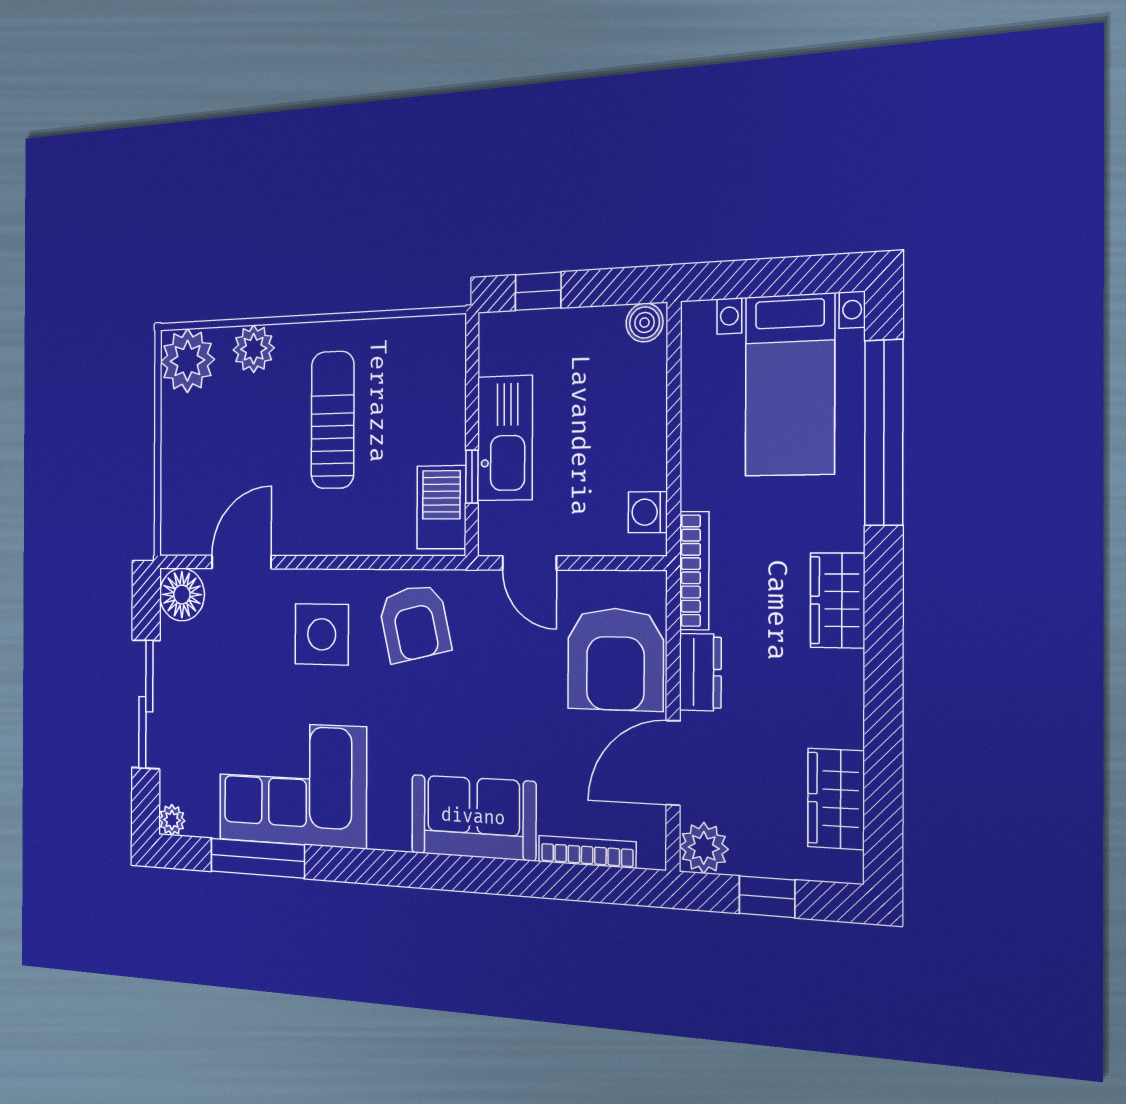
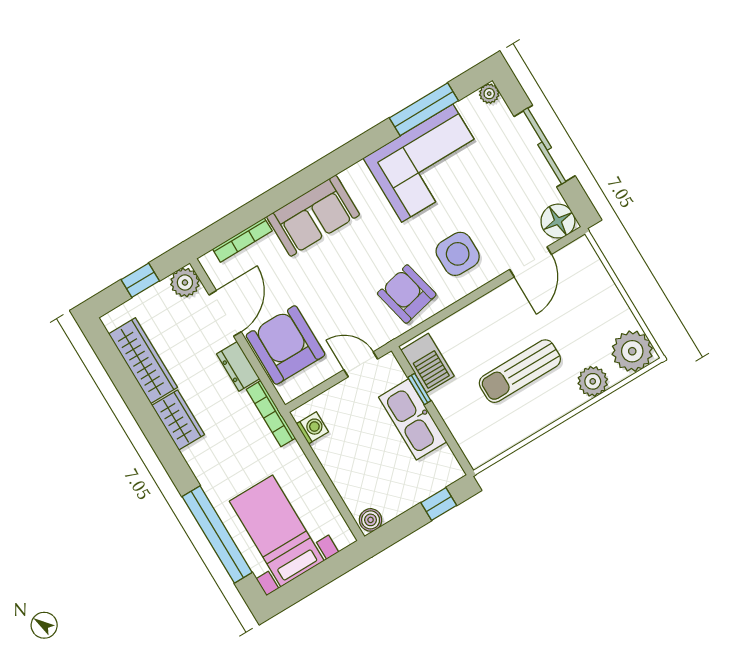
sun lounger: (333, 420) -> (520, 371), turned 90
wardrobe: (837, 600) -> (178, 420), moved
wardrobe: (836, 799) -> (143, 361), width x1.50

